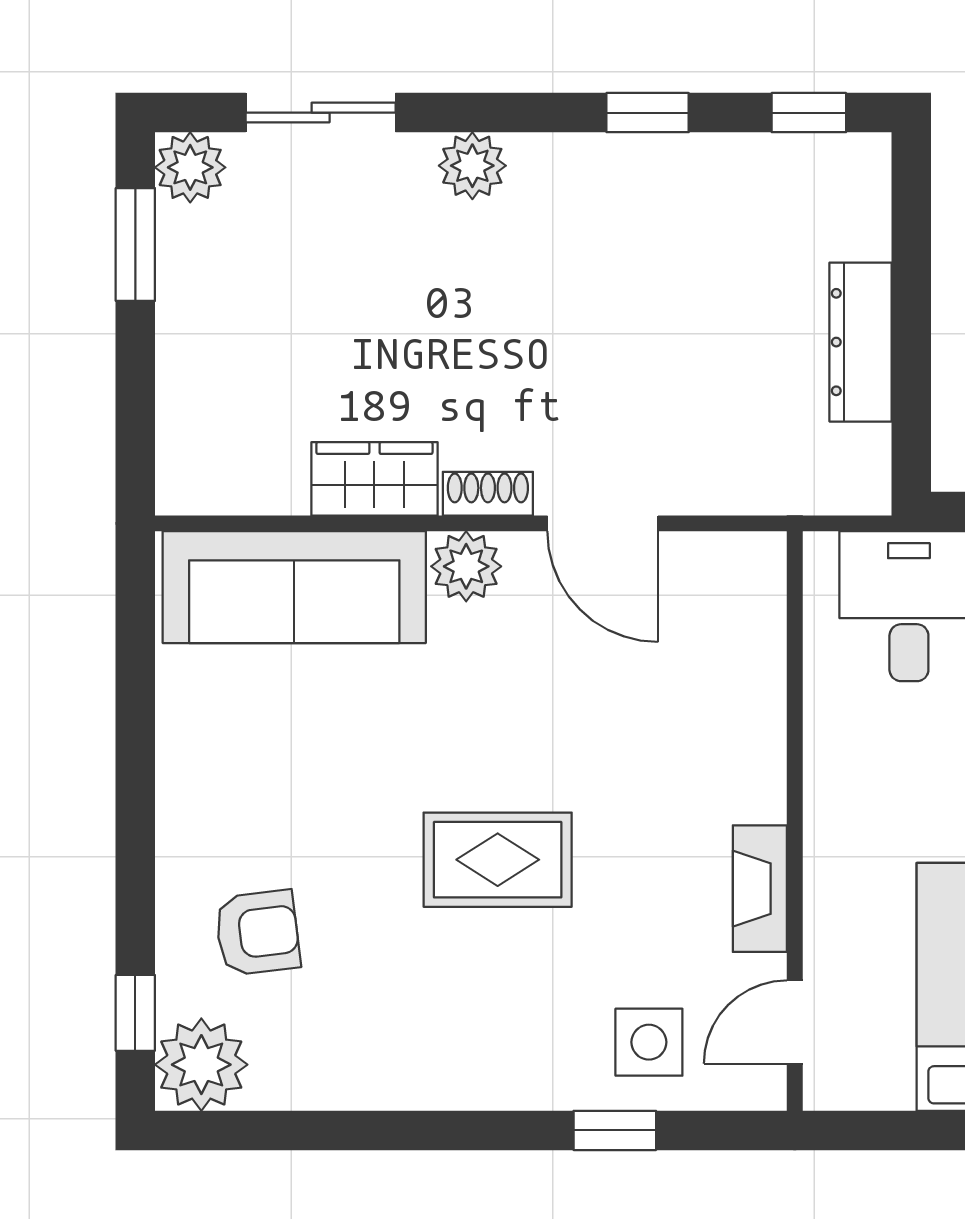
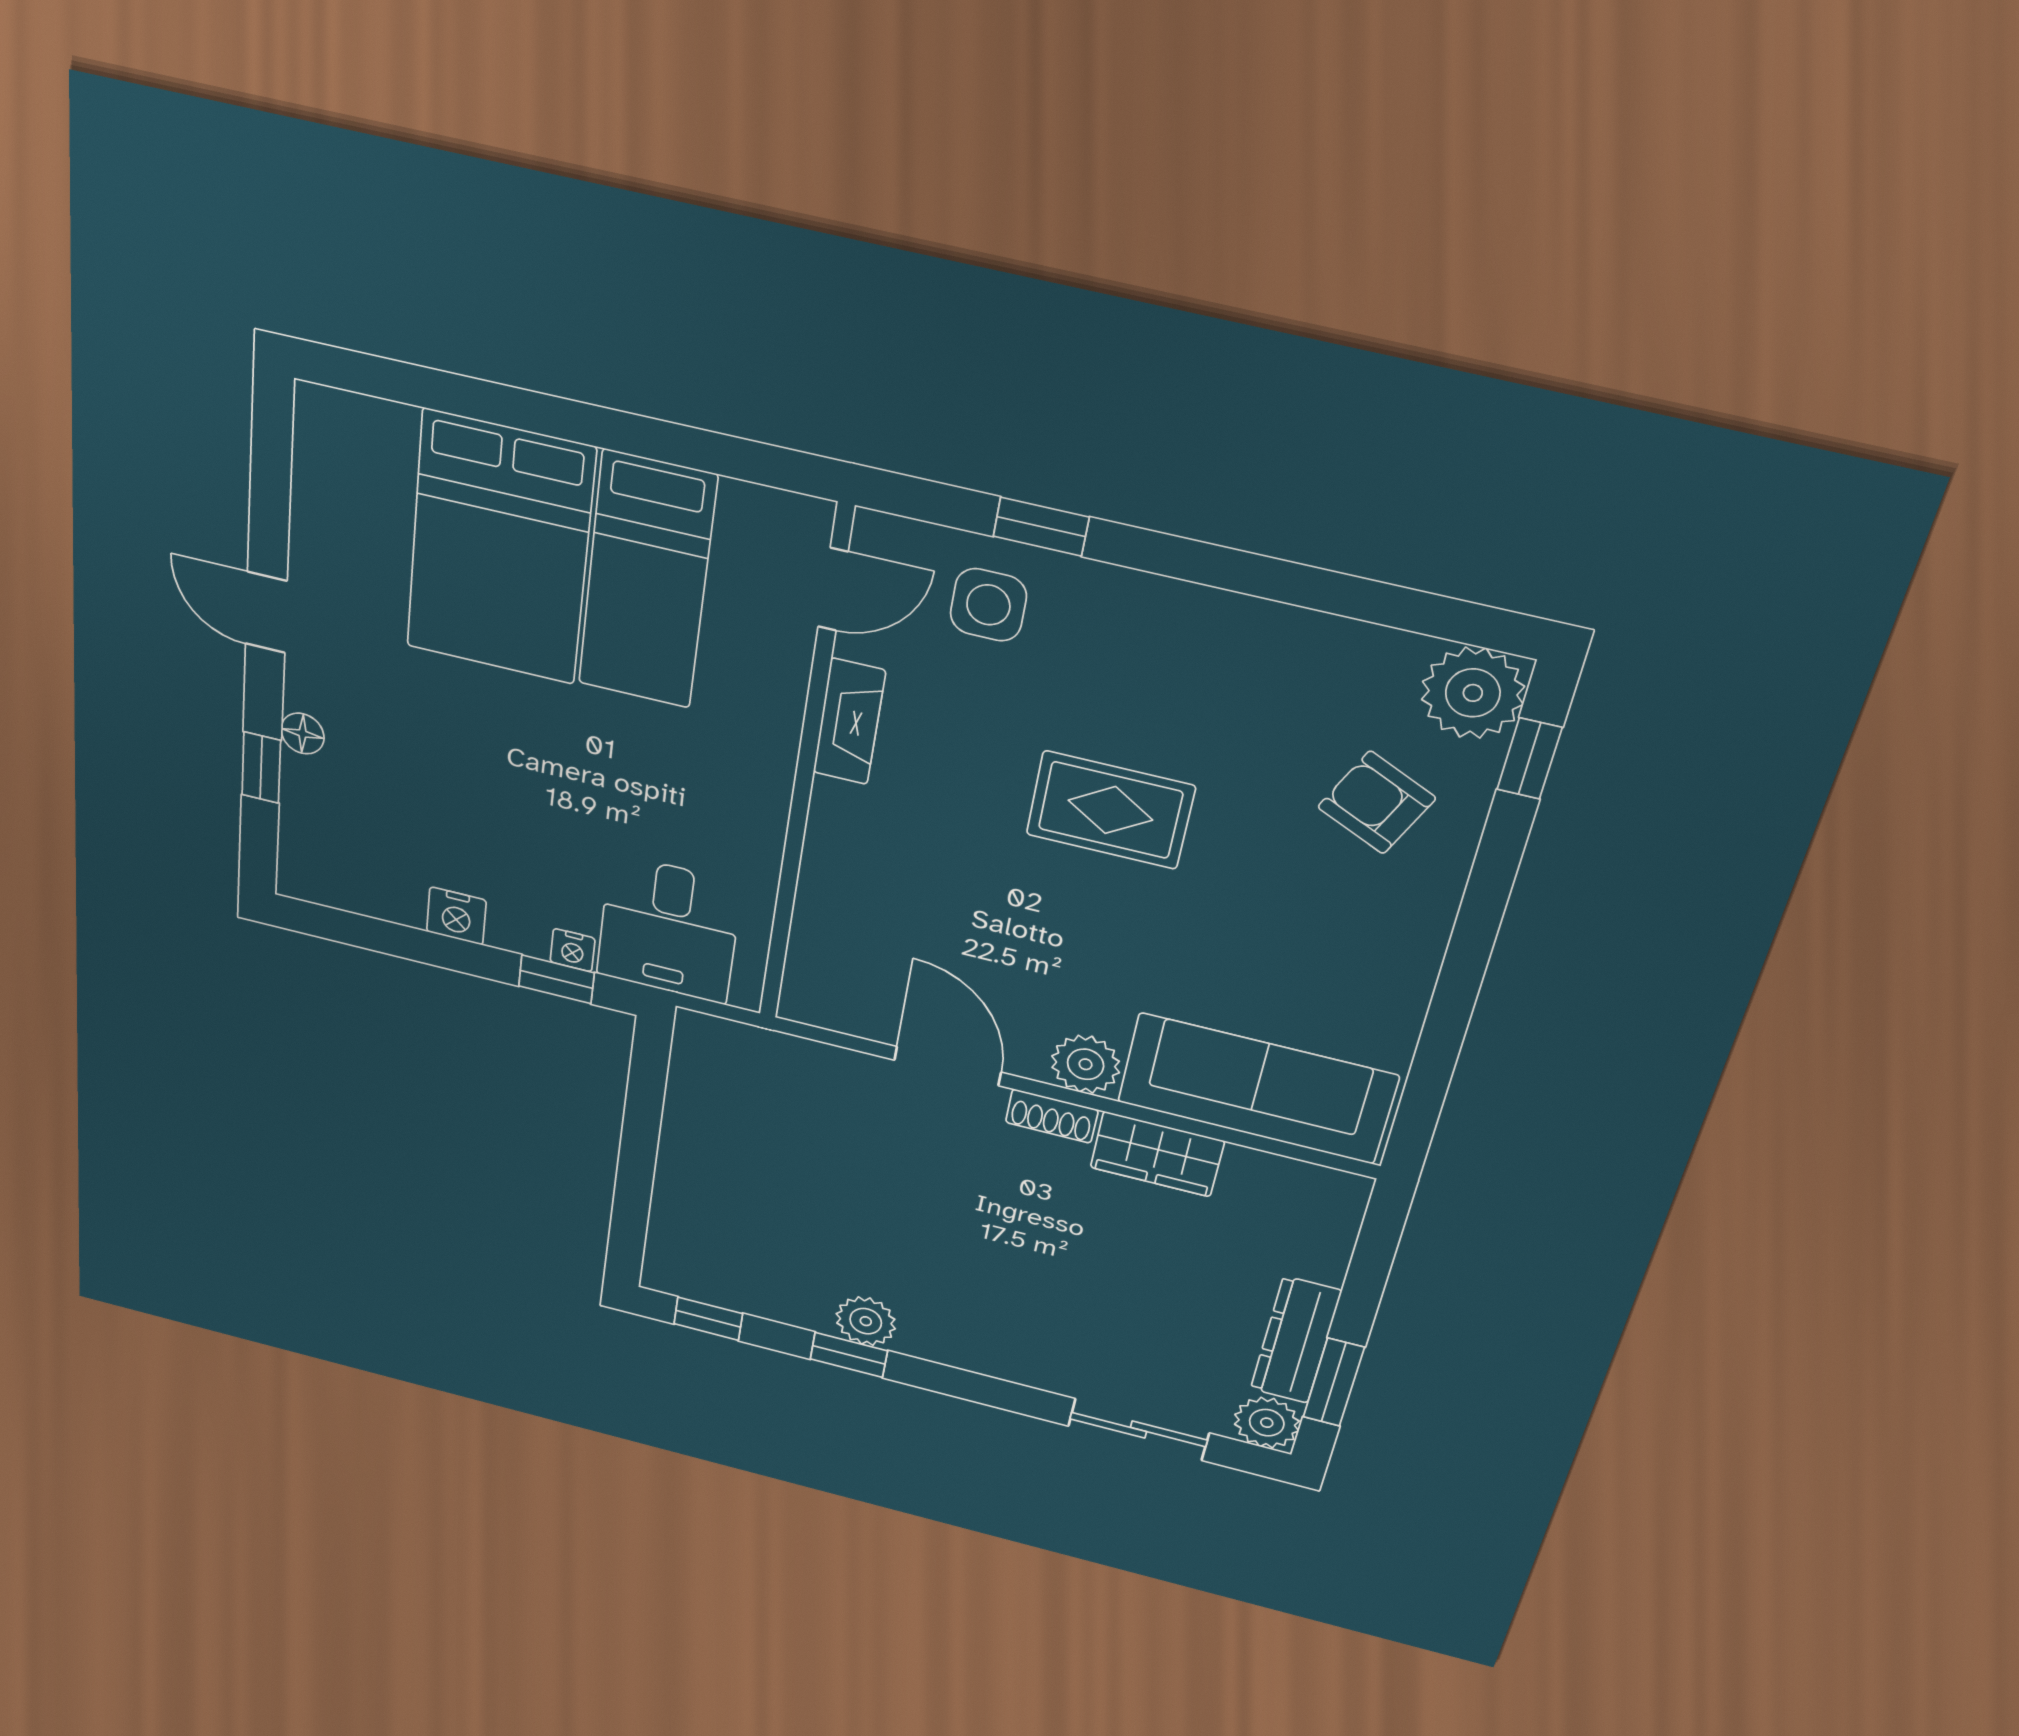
plant: (472, 166) -> (866, 1321), moved
dresser: (860, 342) -> (1296, 1340), moved, turned 180
armchair: (257, 933) -> (1377, 803), turned 32

